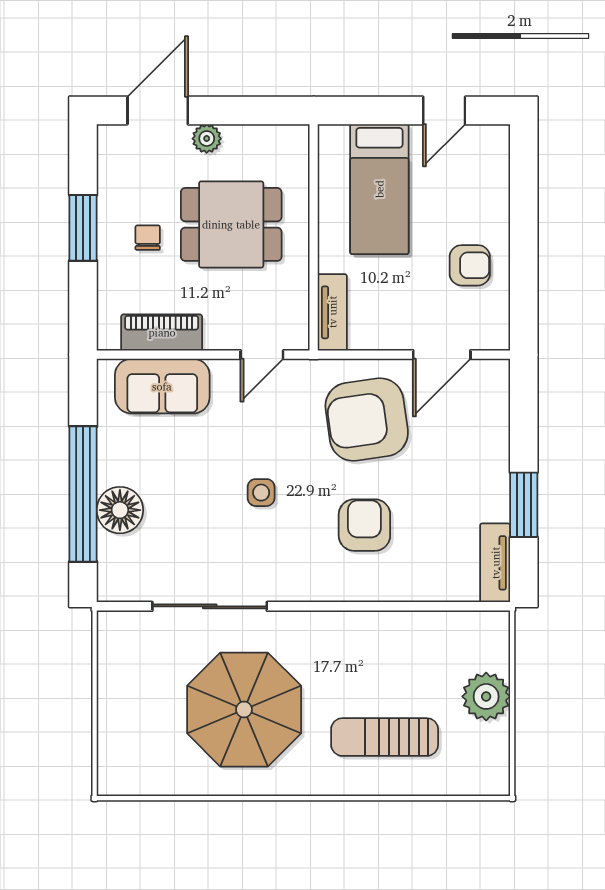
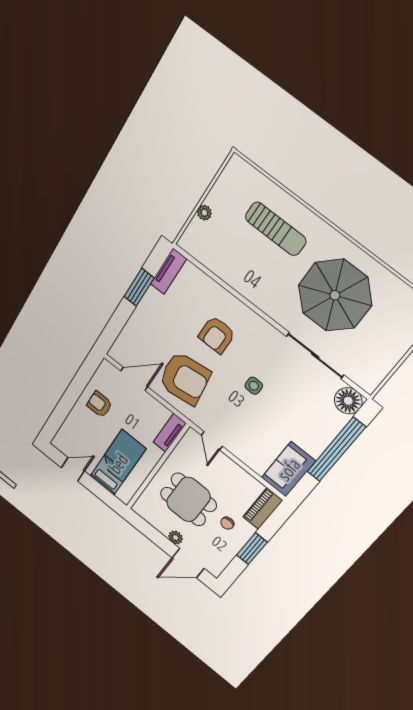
piano: (162, 332) -> (263, 509), moved, turned 90
door: (262, 355) -> (212, 441), swing flipped
sofa: (162, 386) -> (288, 469), moved, turned -90
floor lamp: (120, 510) -> (348, 401), moved
plant: (486, 696) -> (204, 213), width x0.53, depth x0.53

